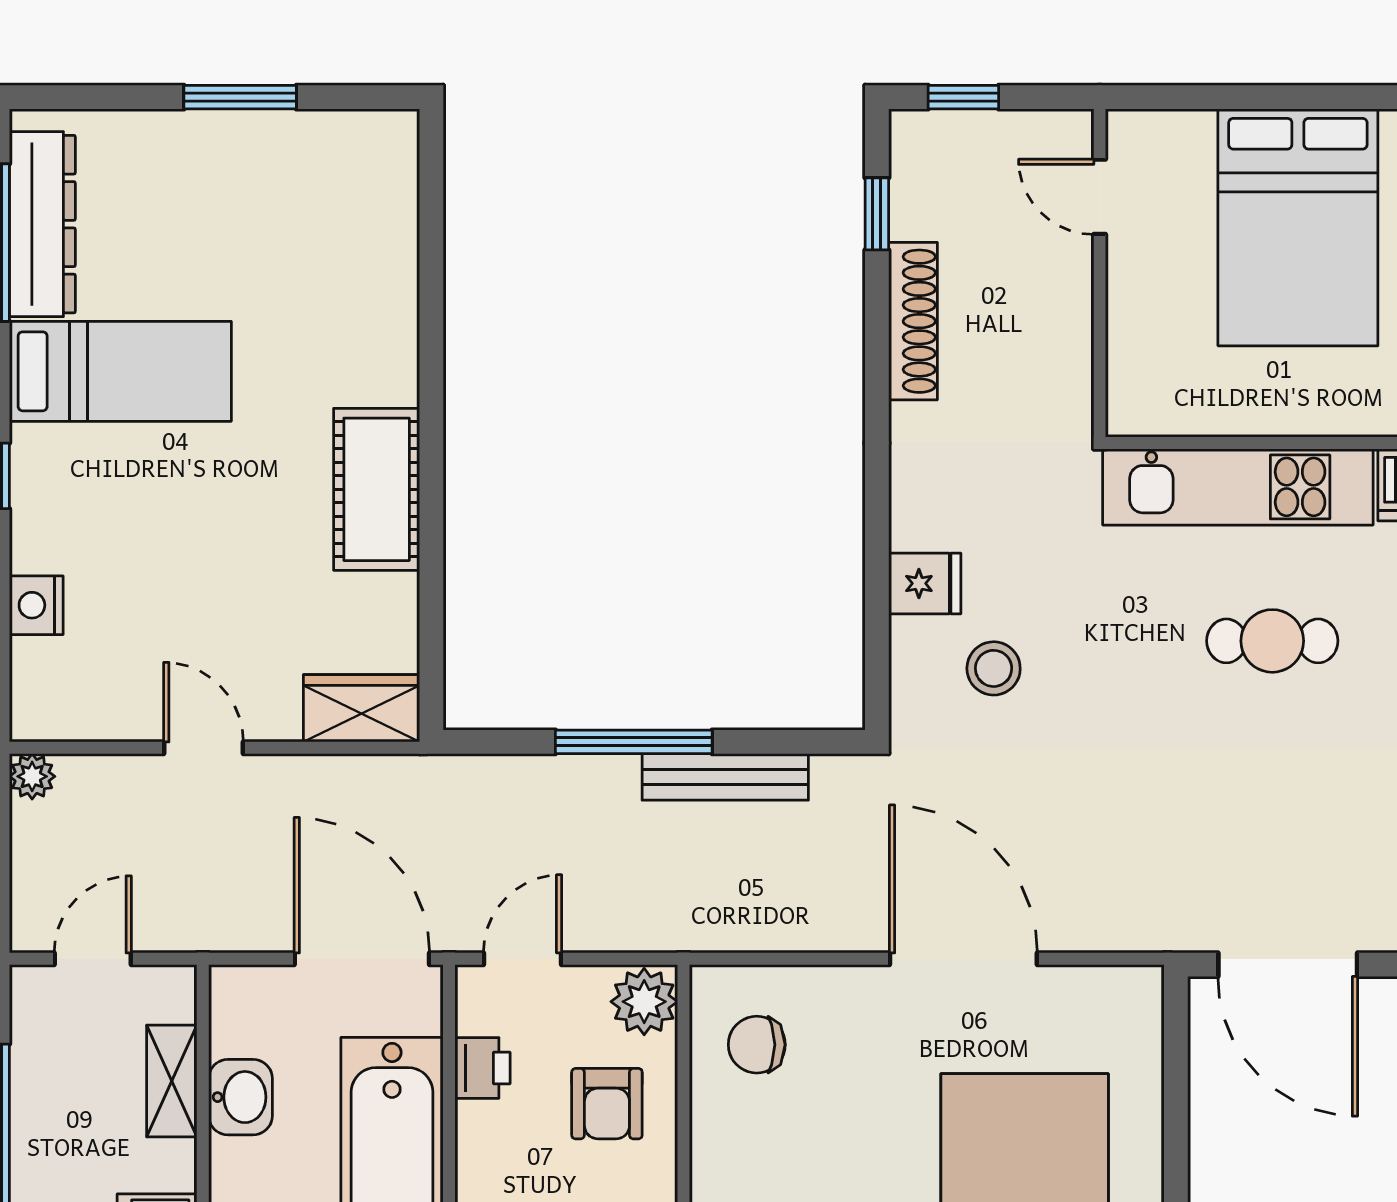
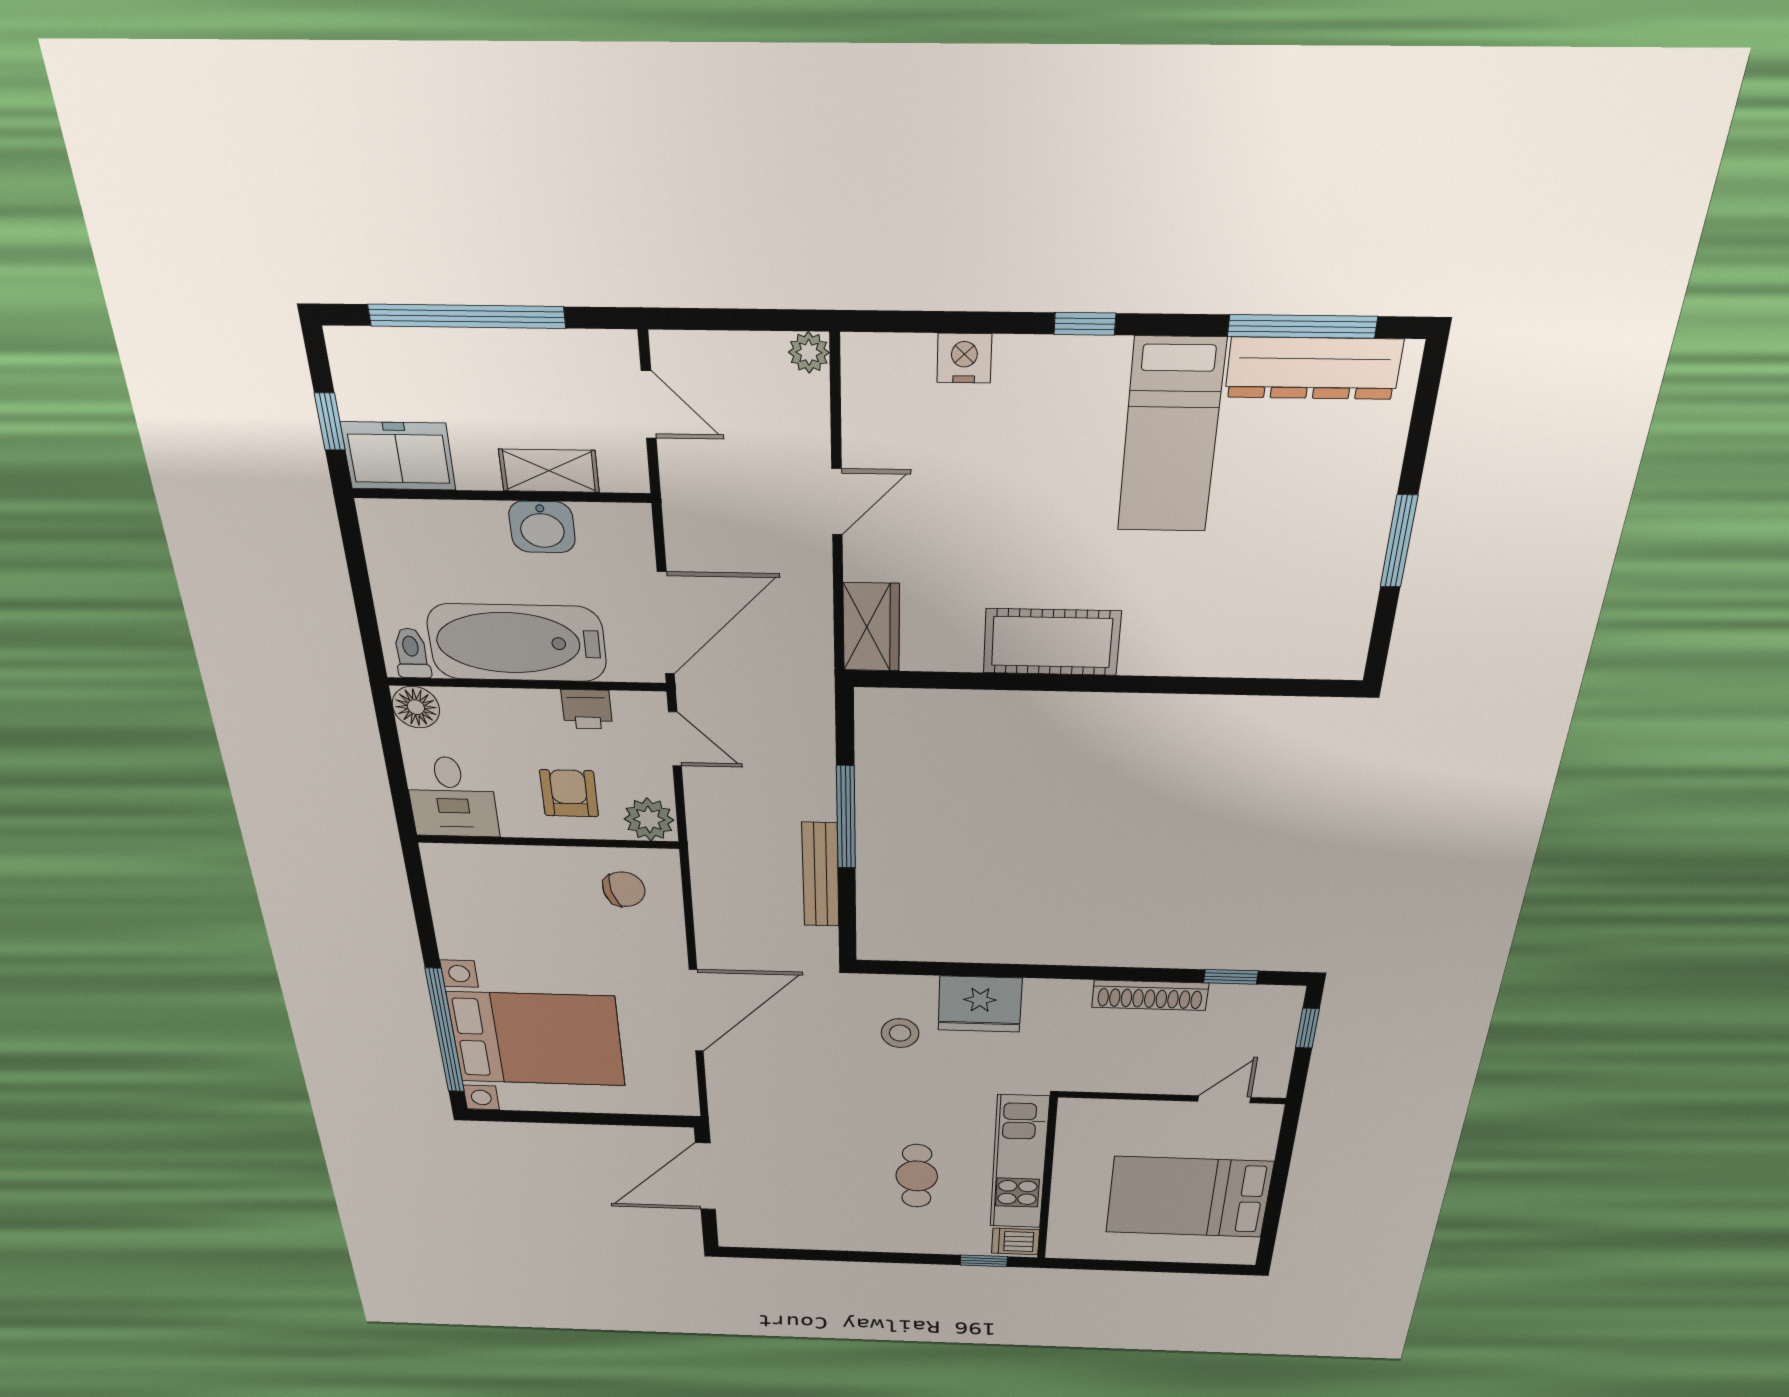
fridge: (925, 583) -> (980, 1004), width x1.88, depth x1.34
chair: (757, 1045) -> (624, 889), turned 76
armchair: (607, 1104) -> (569, 793), turned 90

